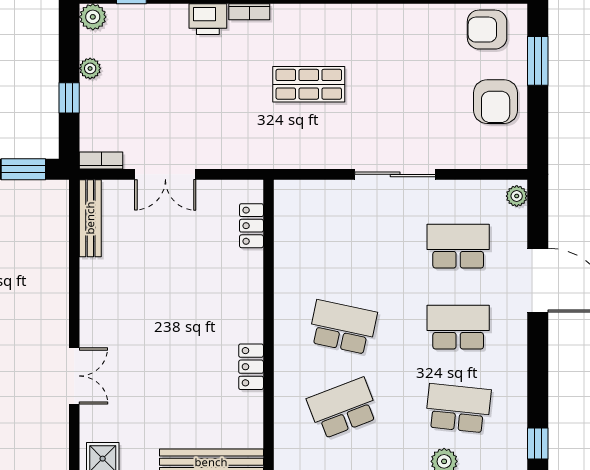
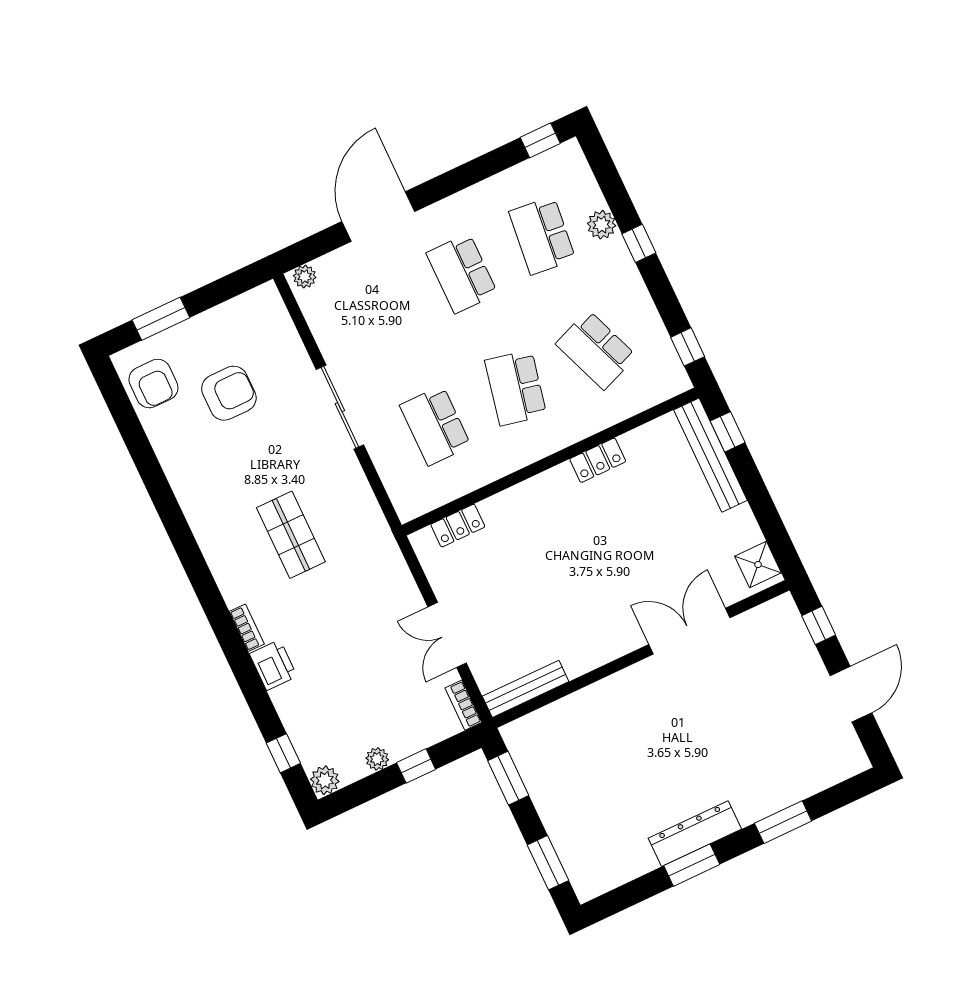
armchair: (496, 102) -> (229, 393), moved
double door: (165, 174) -> (447, 635), swing flipped
school desk: (458, 246) -> (435, 426), moved
double door: (74, 376) -> (689, 631), width x1.37

